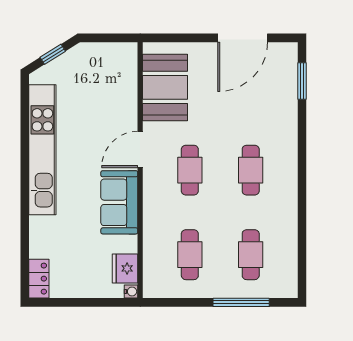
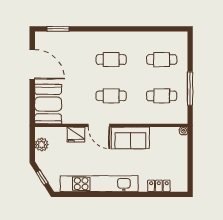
plant: (108, 53) -> (42, 145), added
booth: (165, 87) -> (48, 104), moved, turned 90
fridge: (125, 268) -> (76, 134), moved
locker: (39, 279) -> (159, 186), moved
window: (241, 302) -> (190, 89), moved

